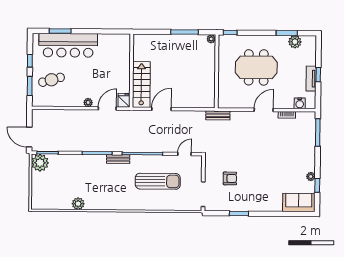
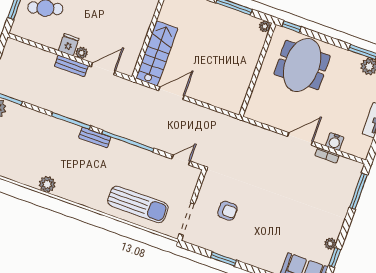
meeting table: (256, 67) -> (302, 65), moved, turned 90
fridge: (124, 100) -> (69, 45), moved
water cooler: (300, 103) -> (335, 142), moved
bench: (218, 115) -> (71, 66), moved
sun lounger: (158, 181) -> (138, 204), moved
plant: (78, 204) -> (47, 184), moved

